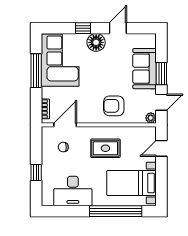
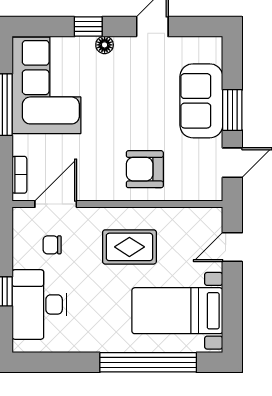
floor lamp: (96, 42) -> (105, 45), width x0.53, depth x0.53
plant: (151, 118) -> (213, 191), removed
desk: (73, 191) -> (39, 304), moved, turned 90

